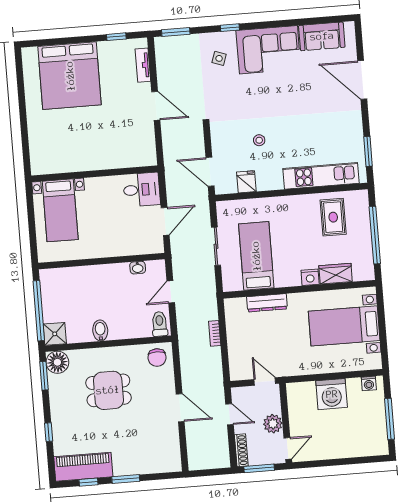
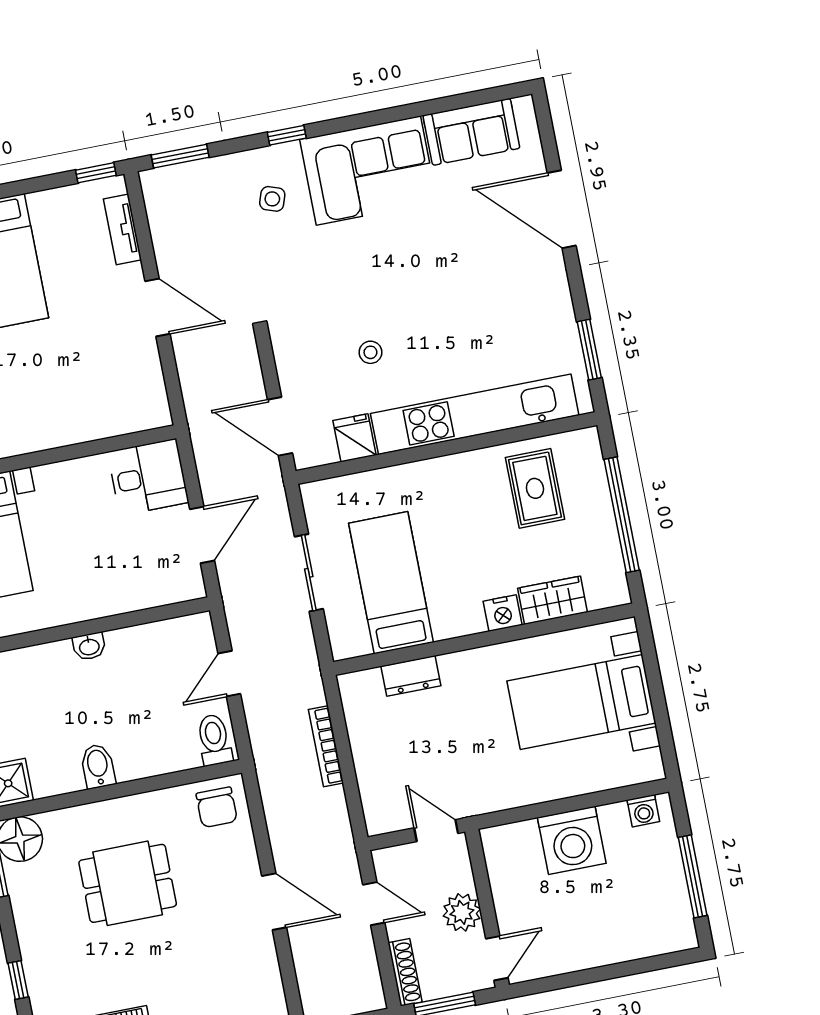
window: (116, 37) -> (96, 173), moved
kitchen unit: (321, 176) -> (475, 414), width x1.36
washbasin: (138, 268) -> (89, 646), moved
dresser: (267, 303) -> (411, 676), width x0.70
bookcase: (215, 333) -> (326, 746), width x1.56

